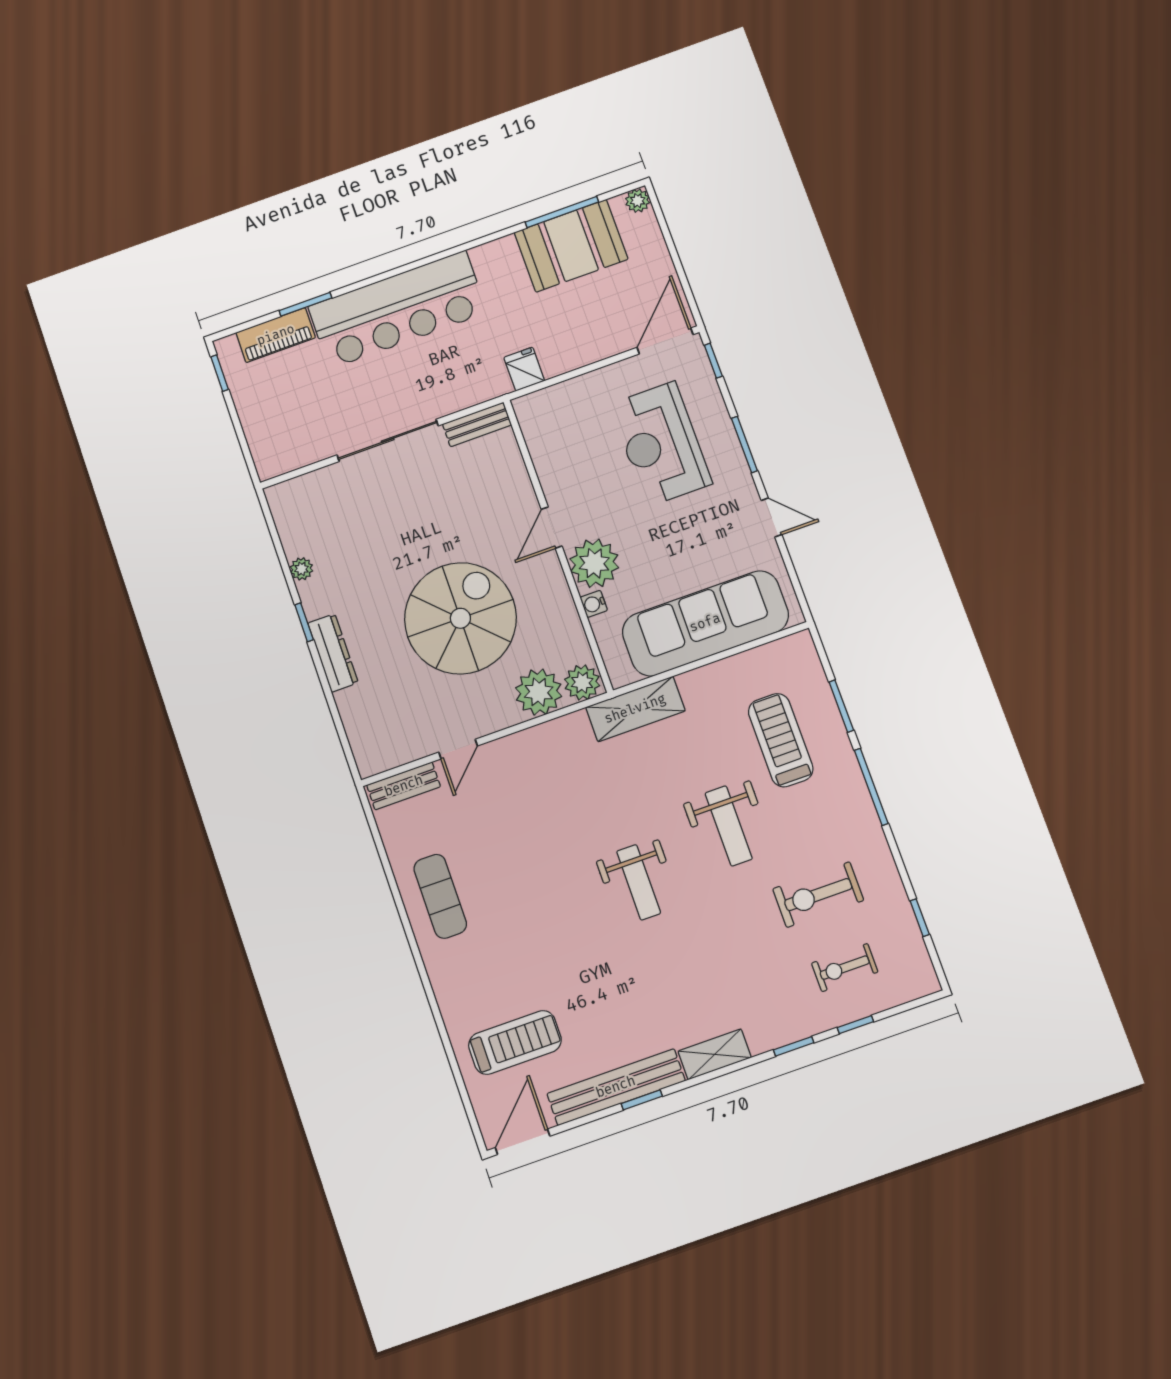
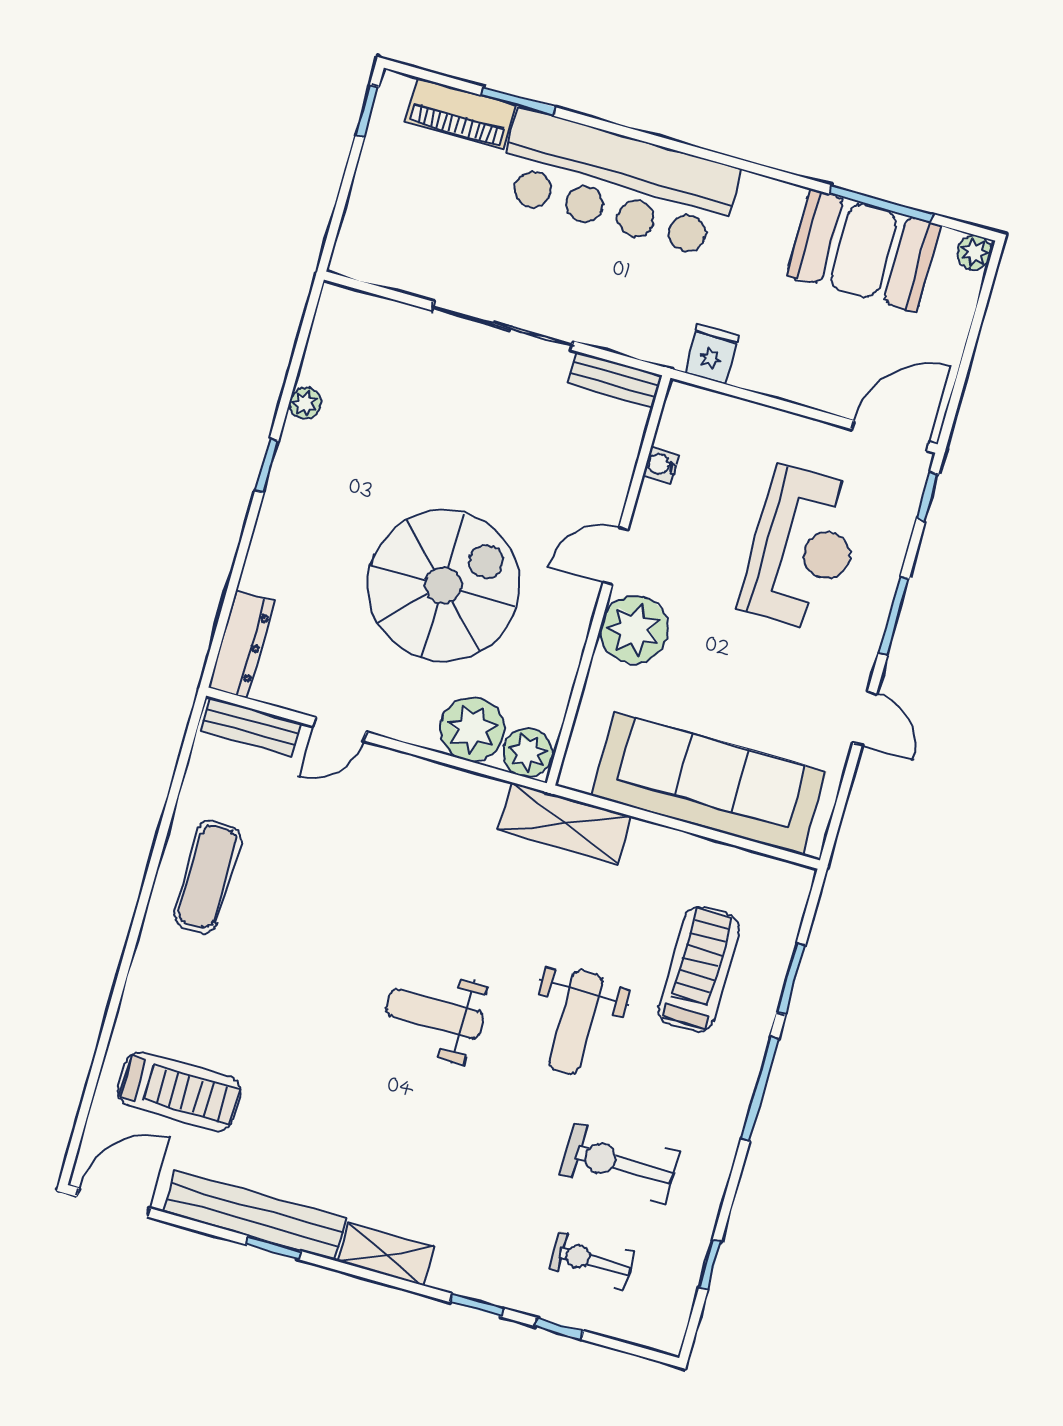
reception desk: (661, 444) -> (803, 549), turned 180
water cooler: (594, 604) -> (661, 465), moved
dresser: (333, 653) -> (241, 644), moved
weight bench: (639, 882) -> (435, 1014), turned 90

